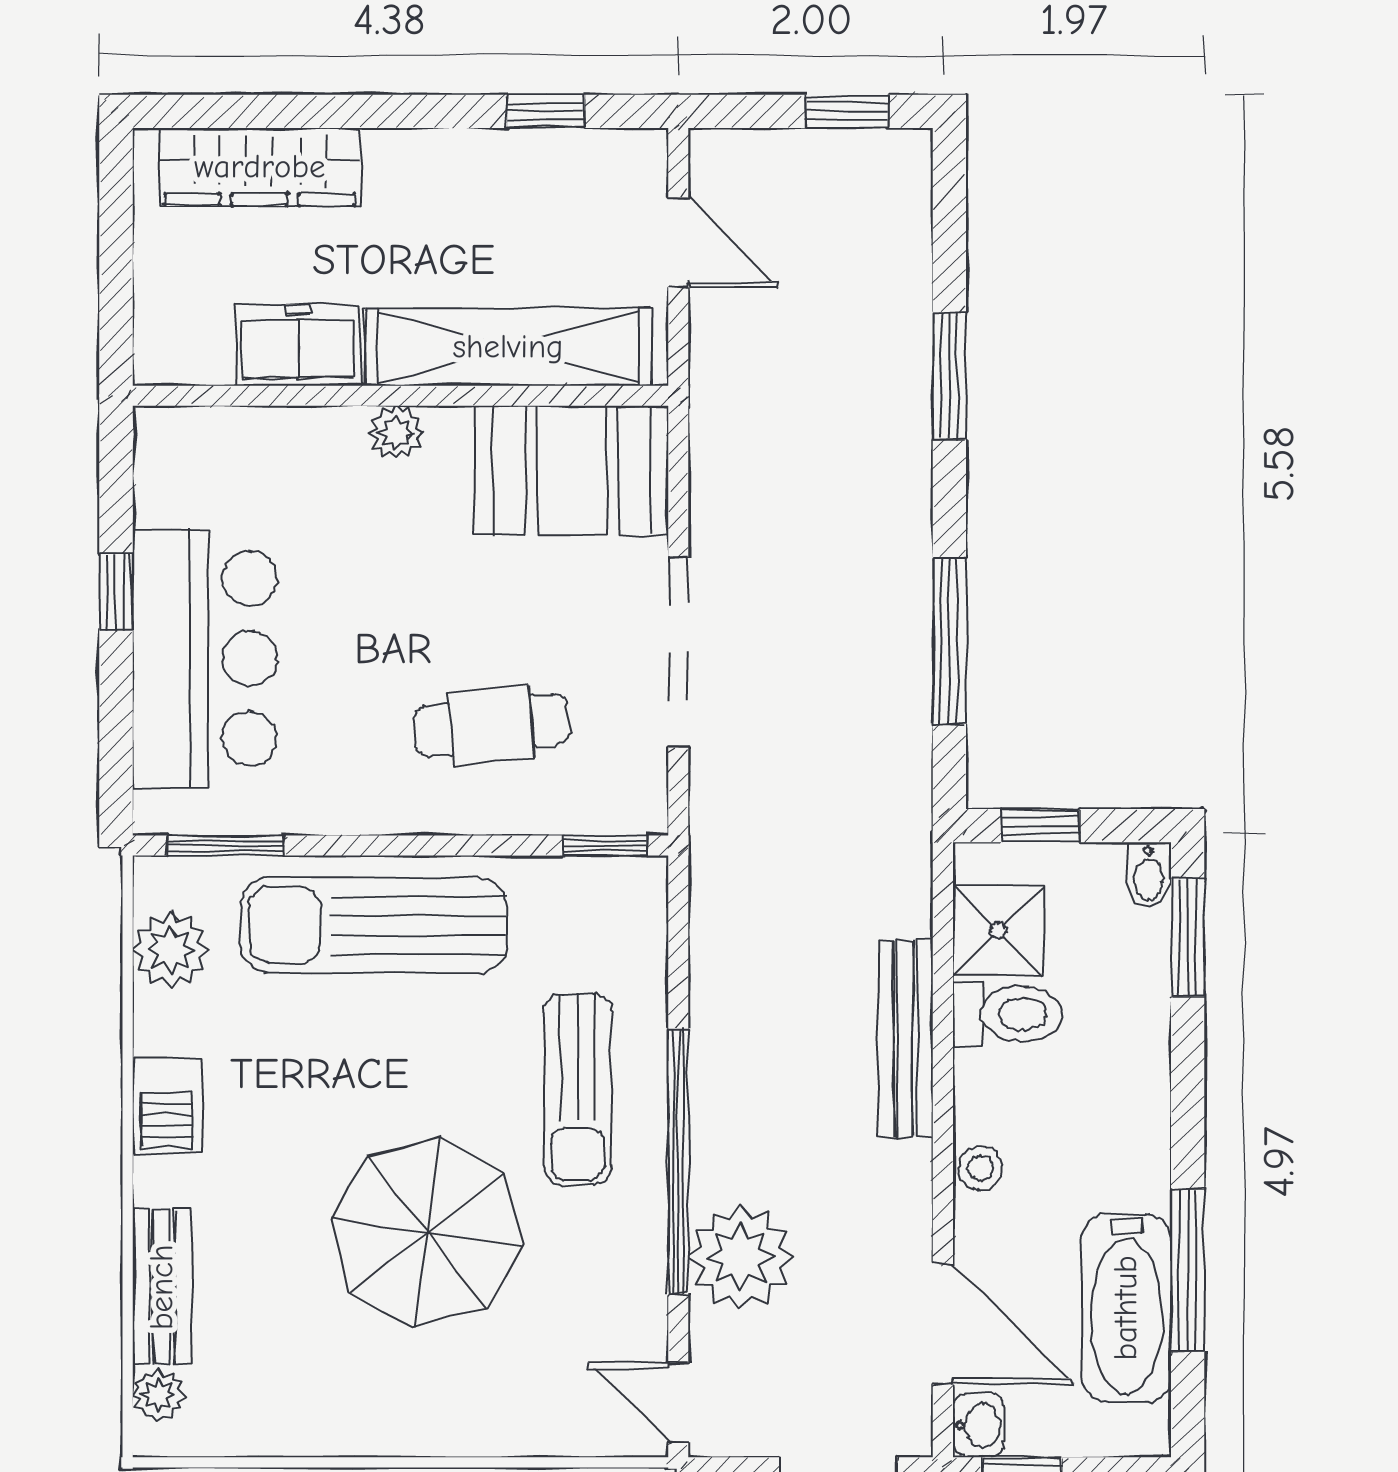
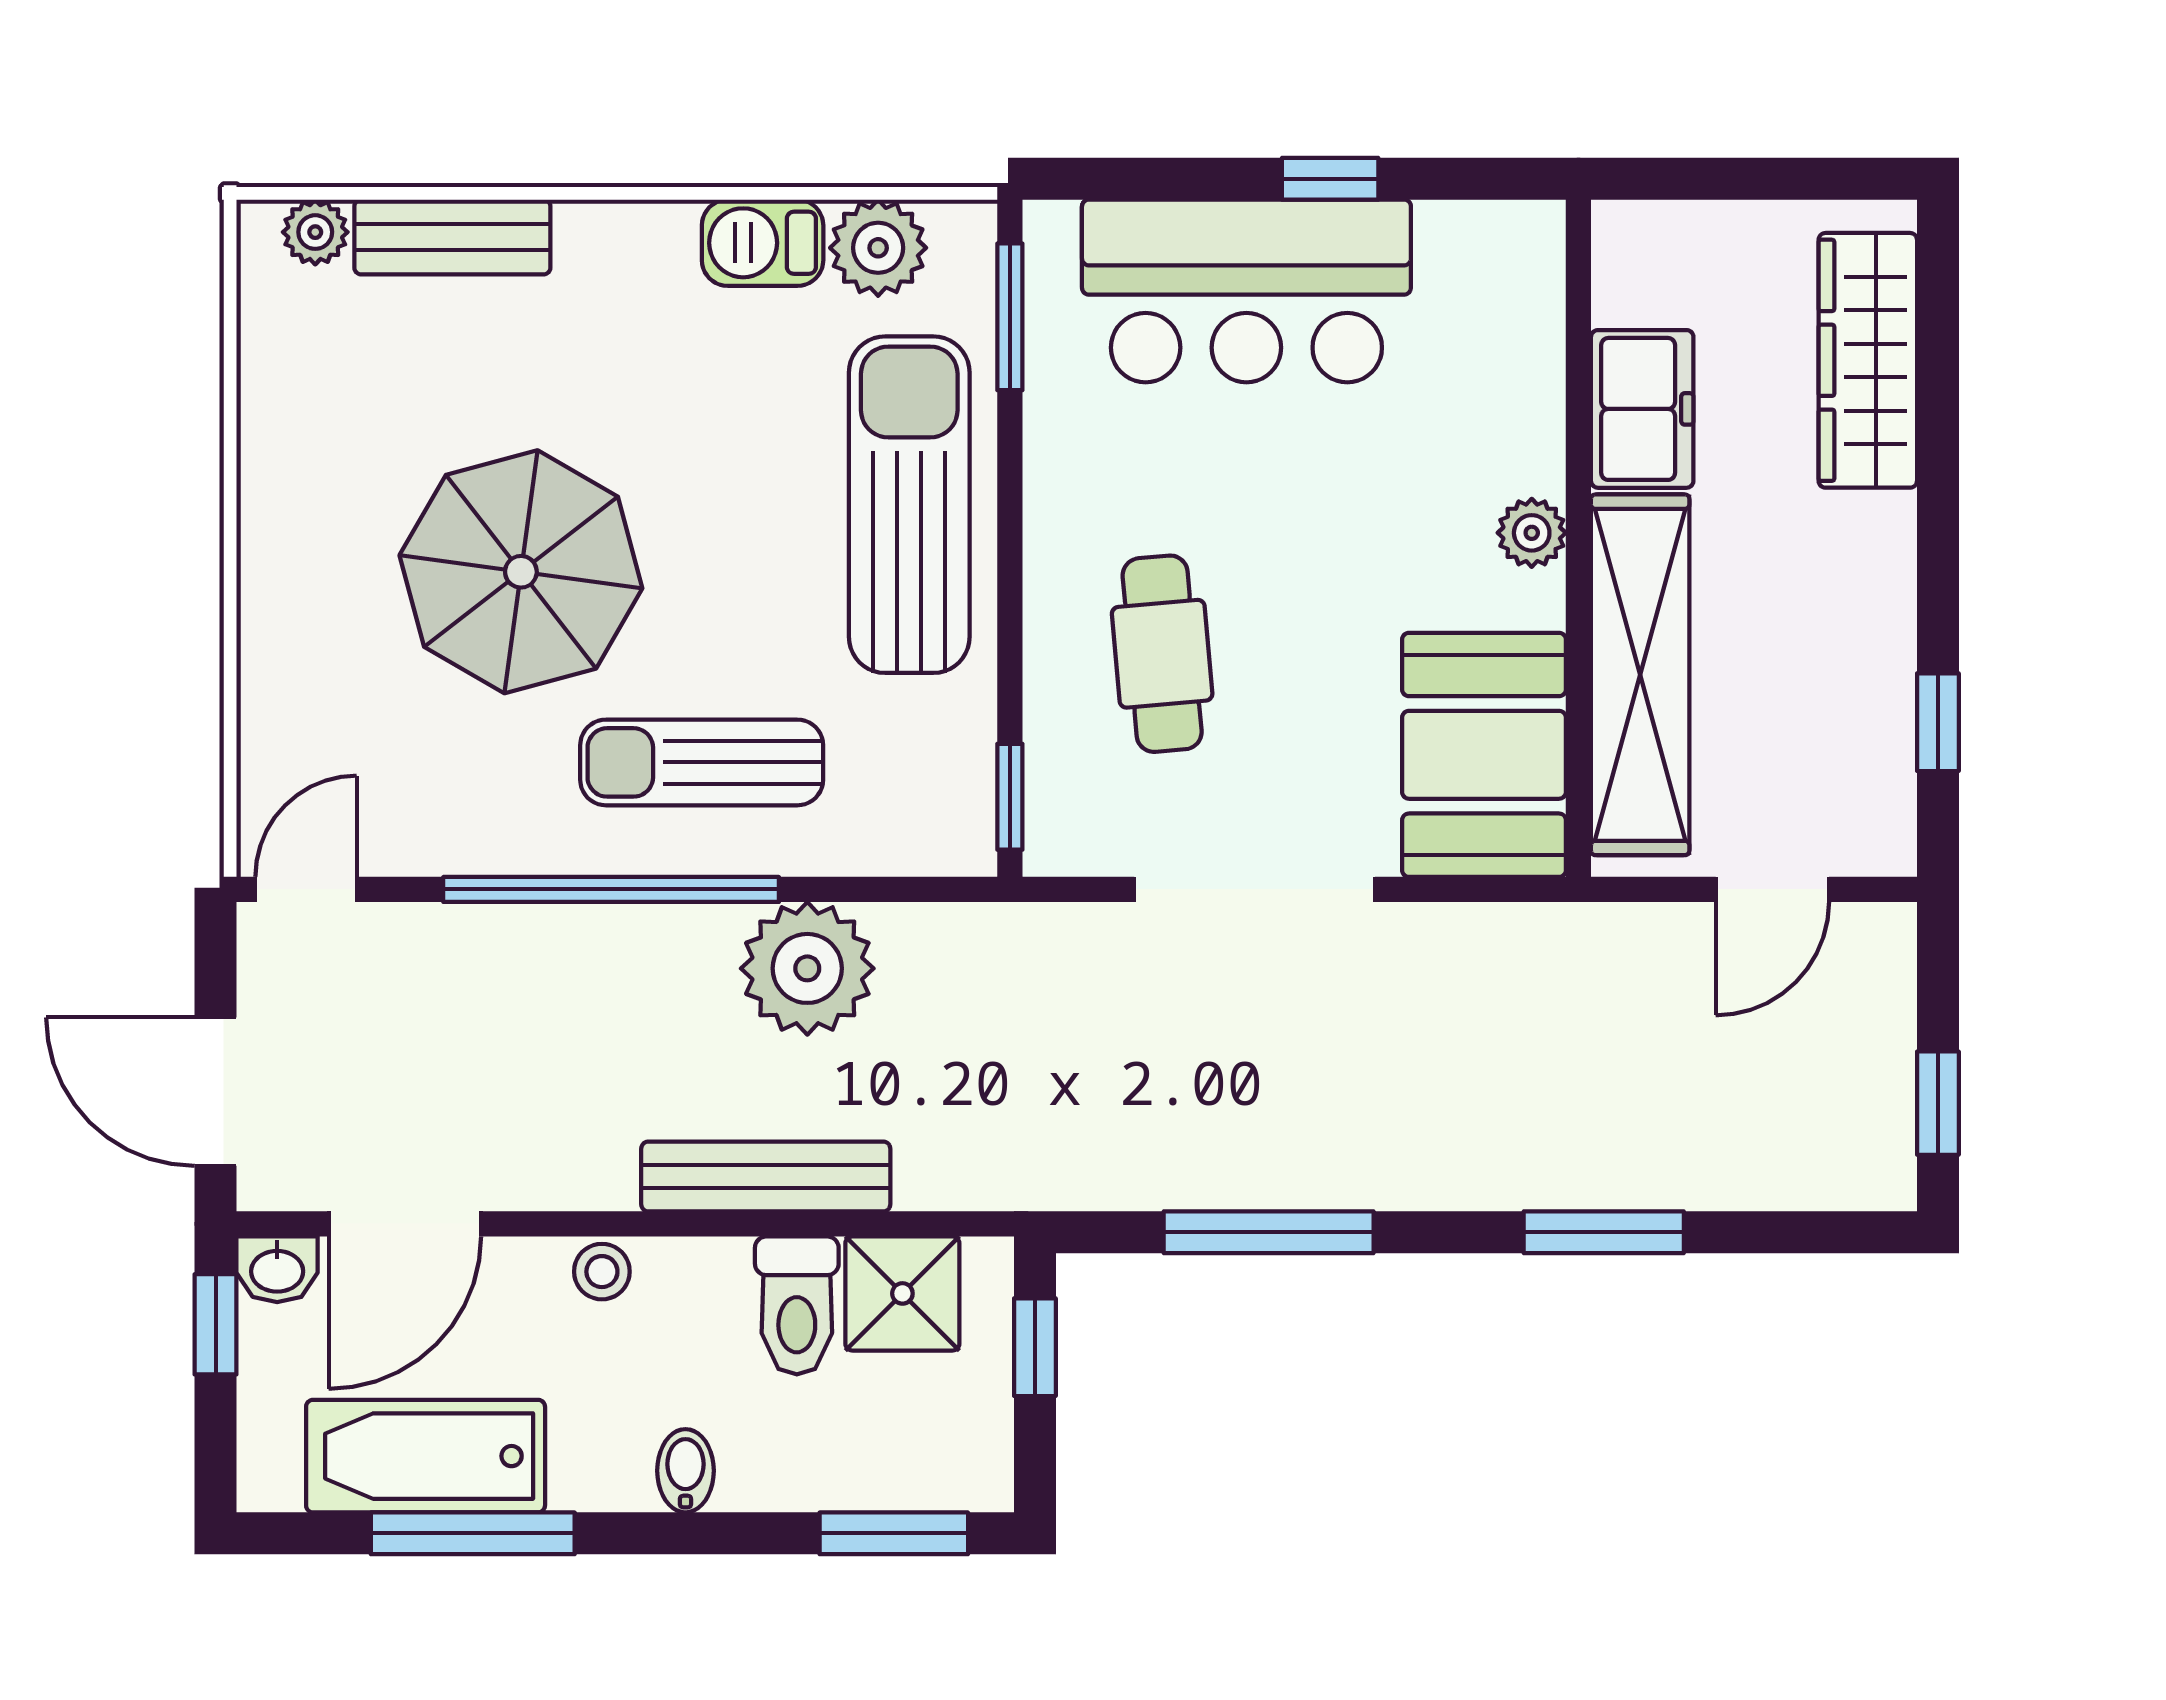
bidet: (1149, 875) -> (685, 1471), moved, turned 90
barbecue: (167, 1106) -> (763, 243), moved
plant: (741, 1257) -> (807, 968), moved

